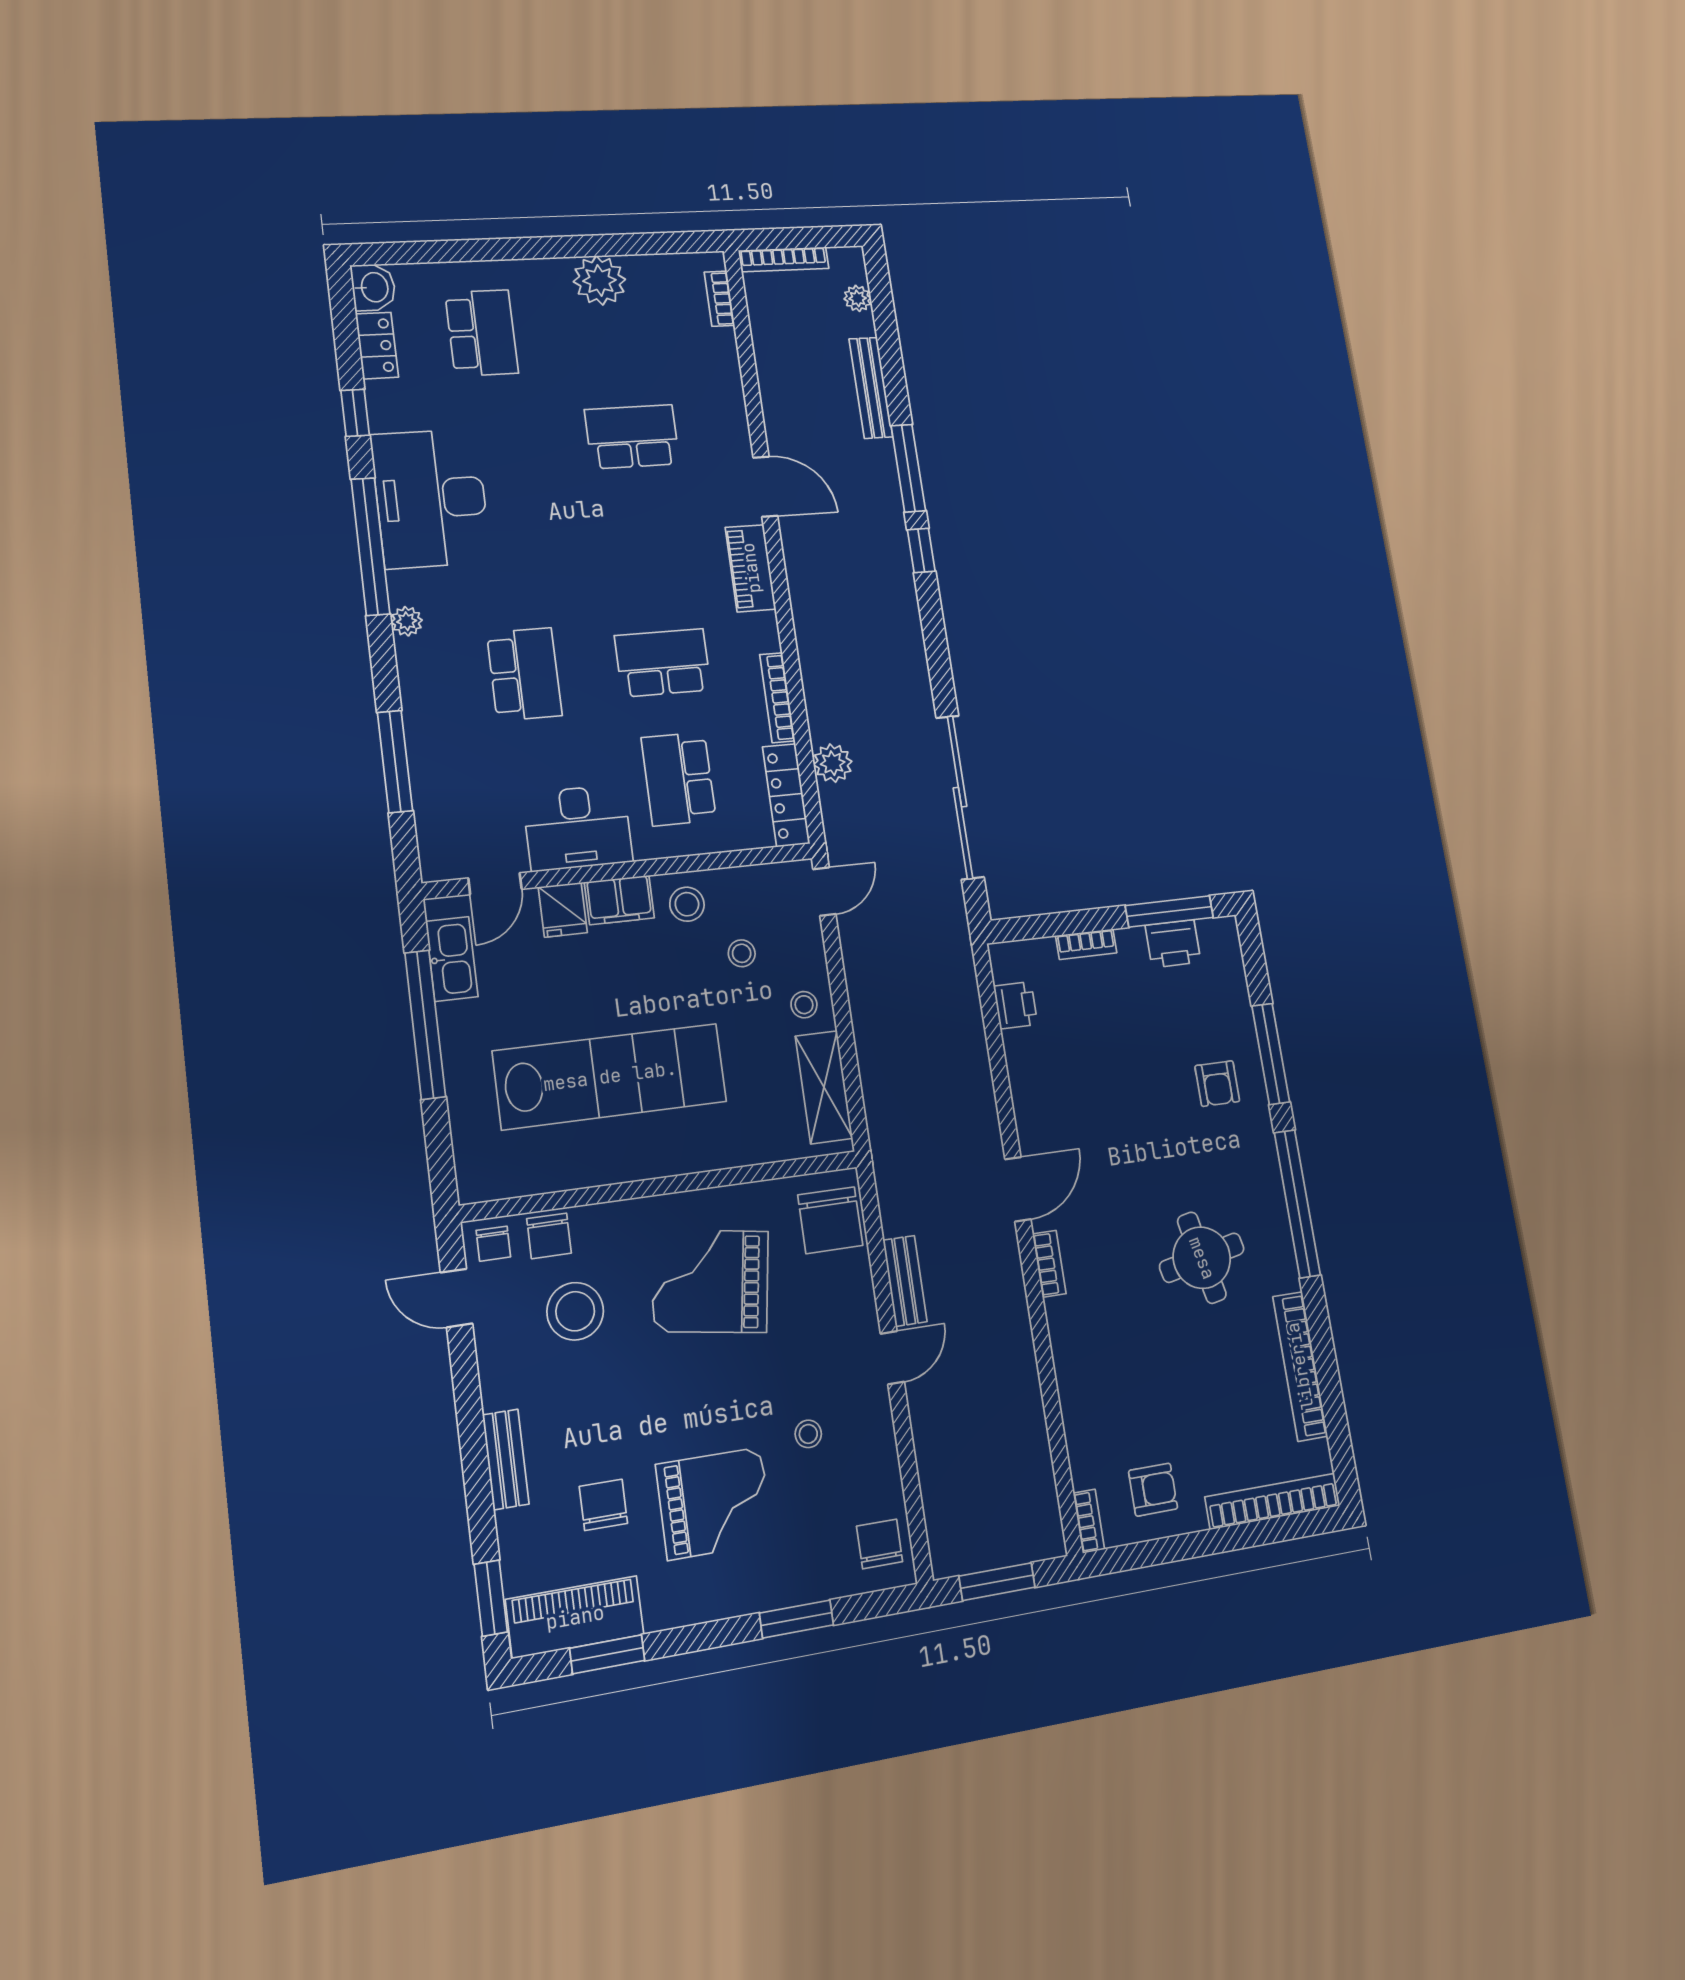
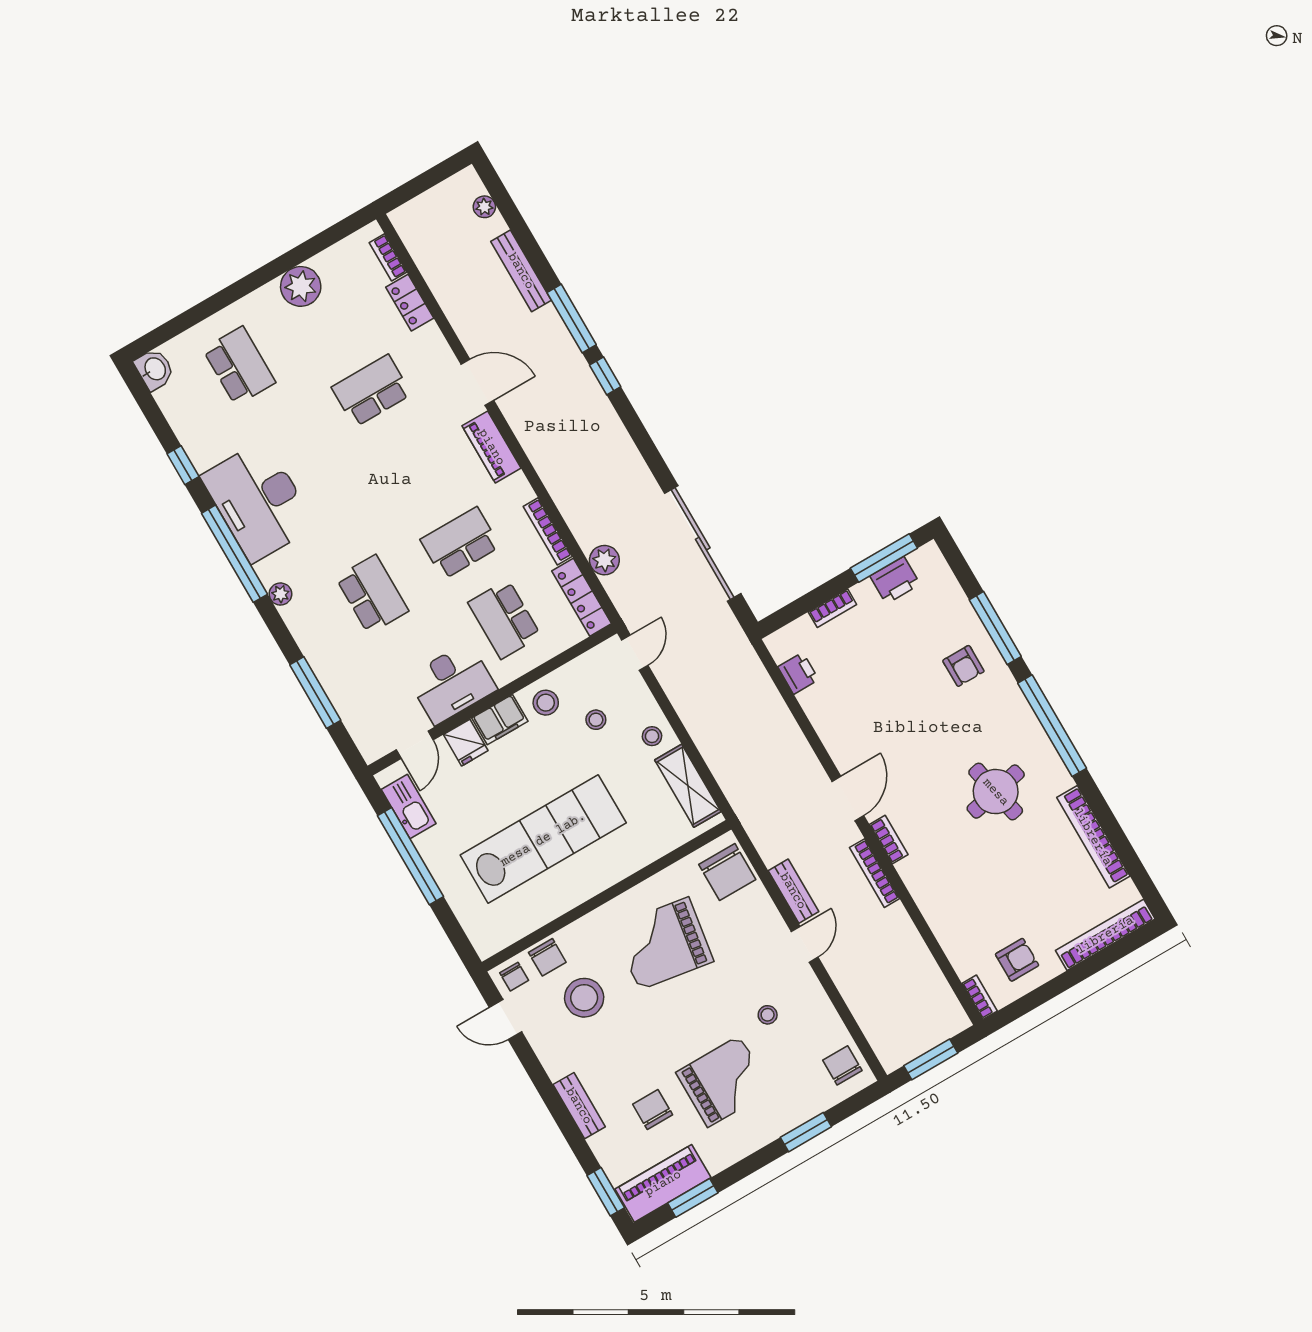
bookcase: (784, 259) -> (875, 873), moved, turned 90
locker: (377, 346) -> (410, 303), moved, turned 180

